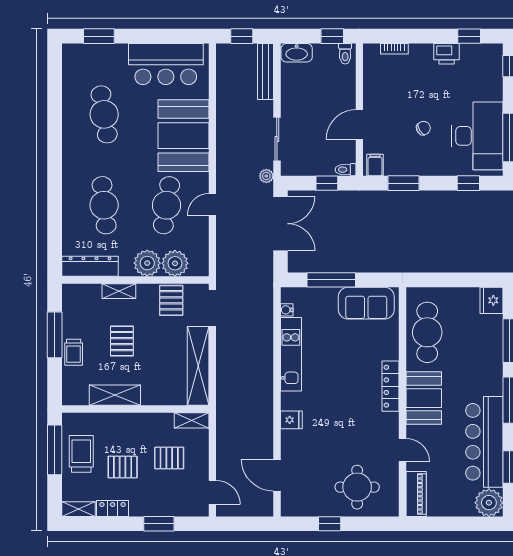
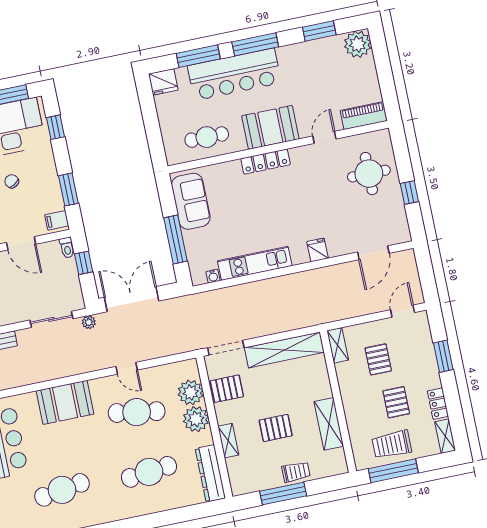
booth: (184, 136) -> (65, 402), width x0.73, depth x0.70
cafe table: (427, 332) -> (207, 137), width x0.73, depth x0.74
bar counter: (484, 442) -> (234, 74), moved

